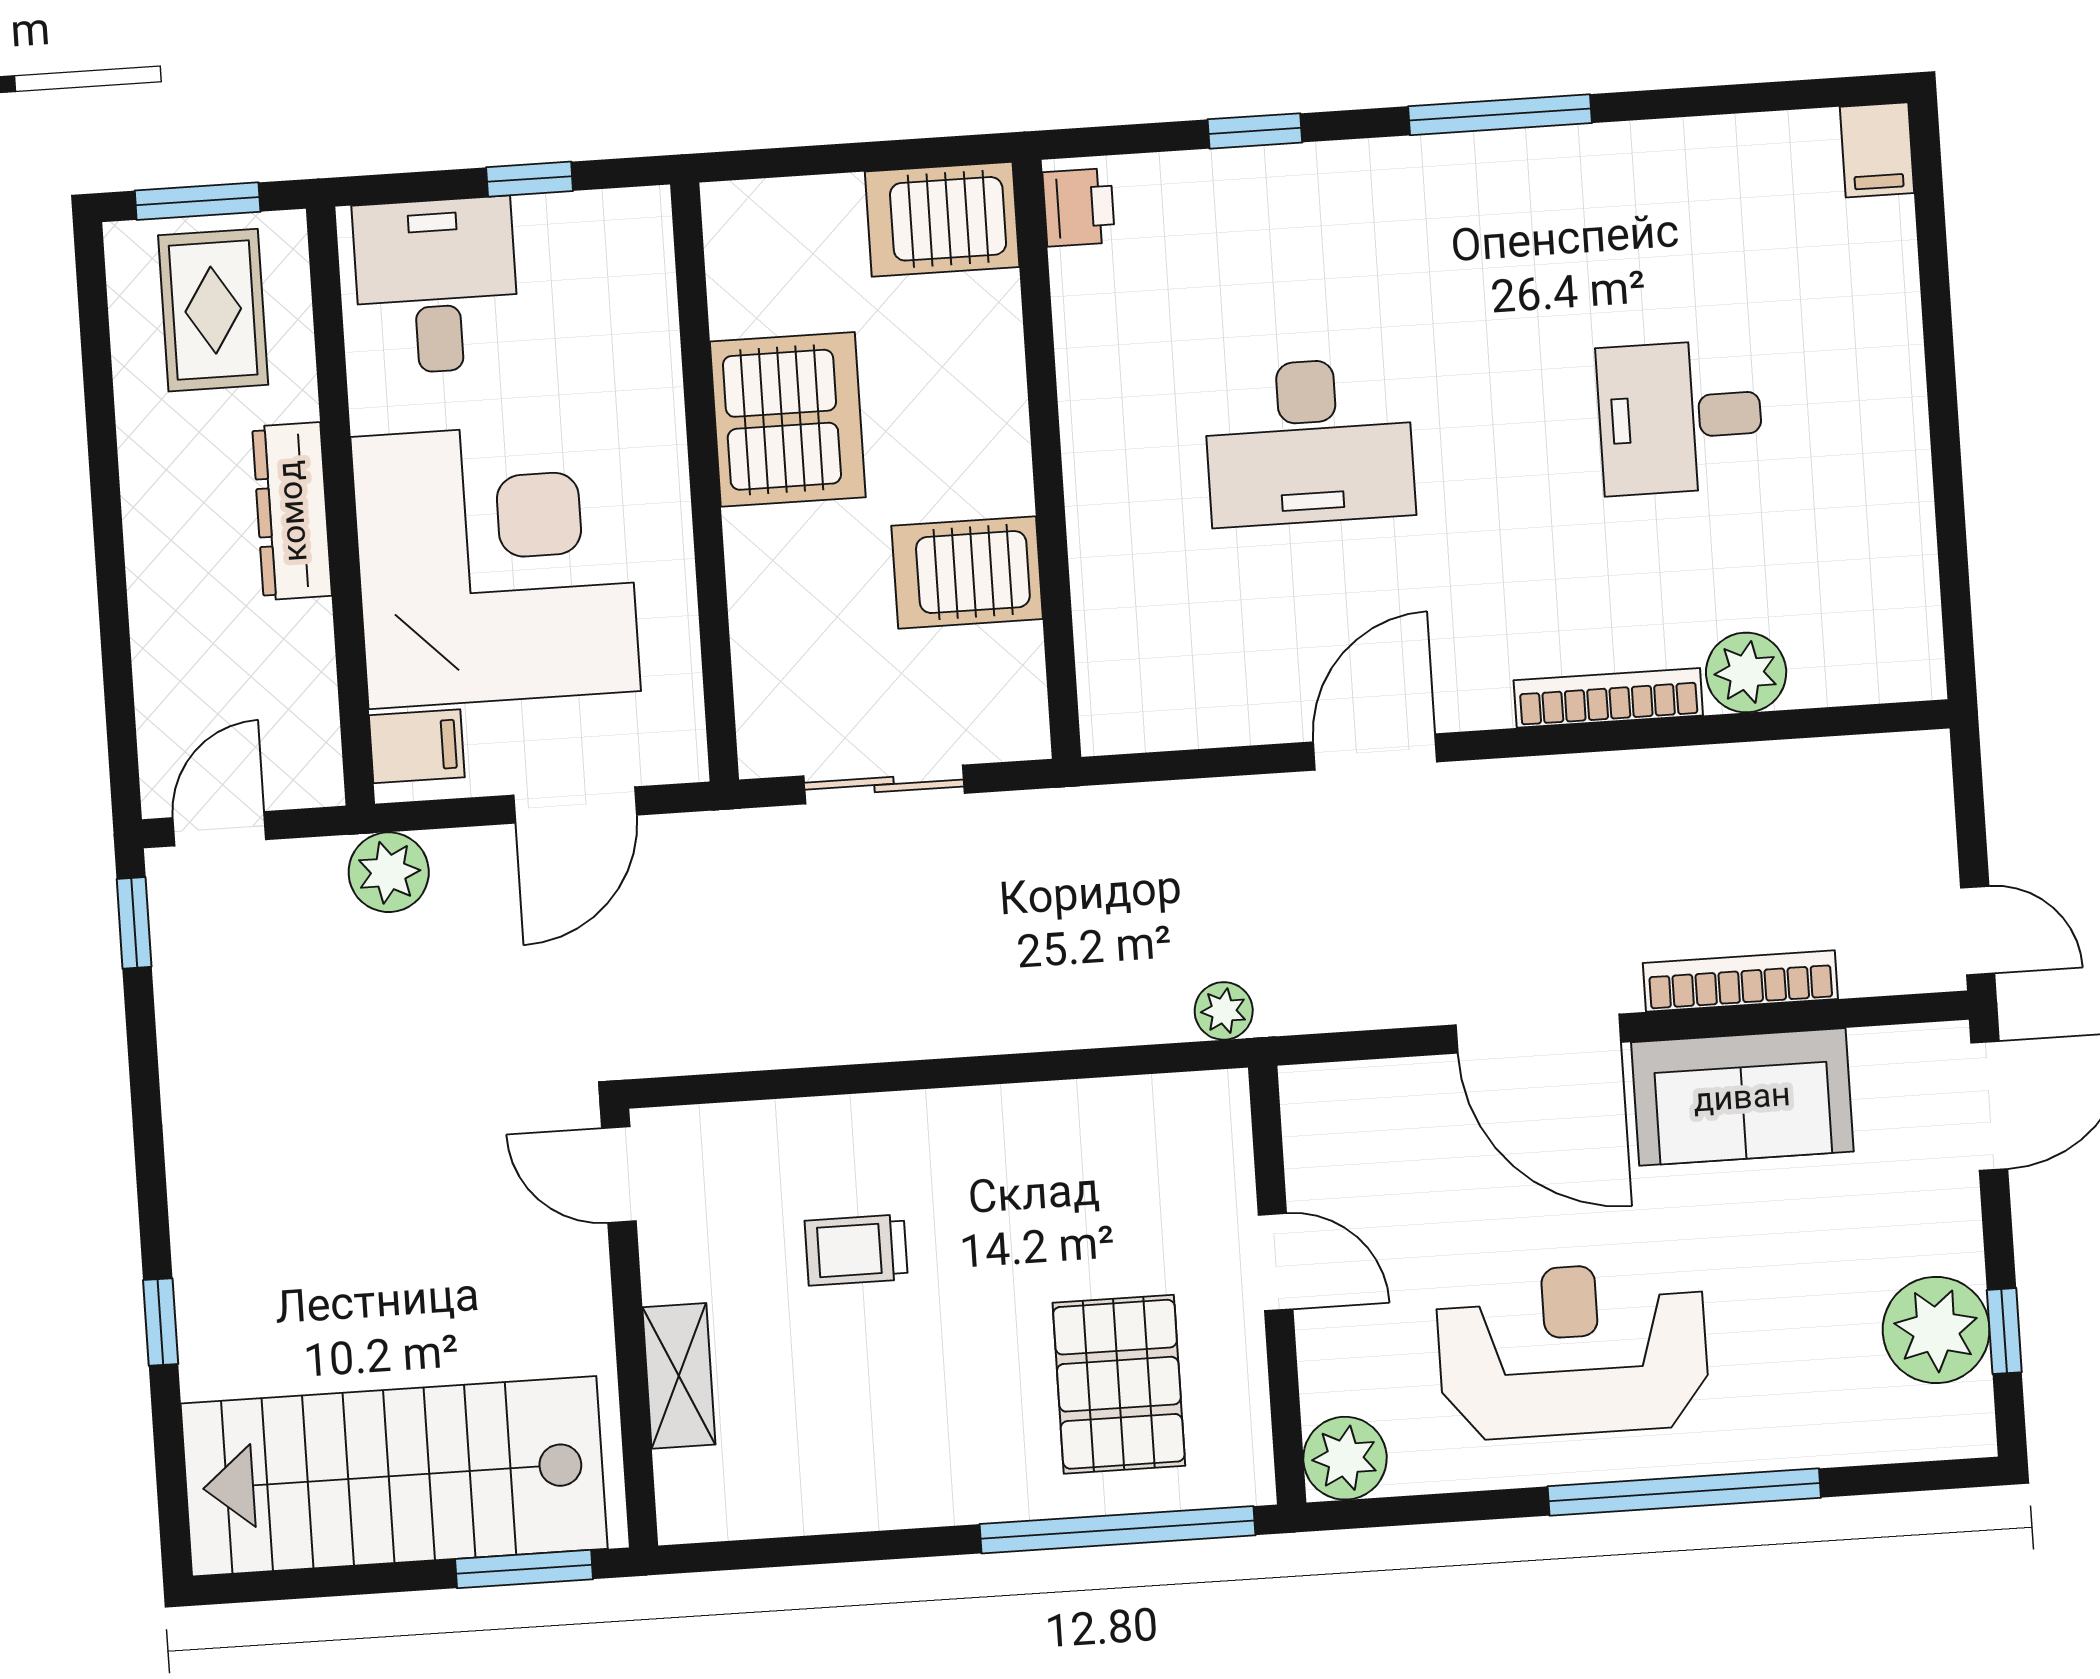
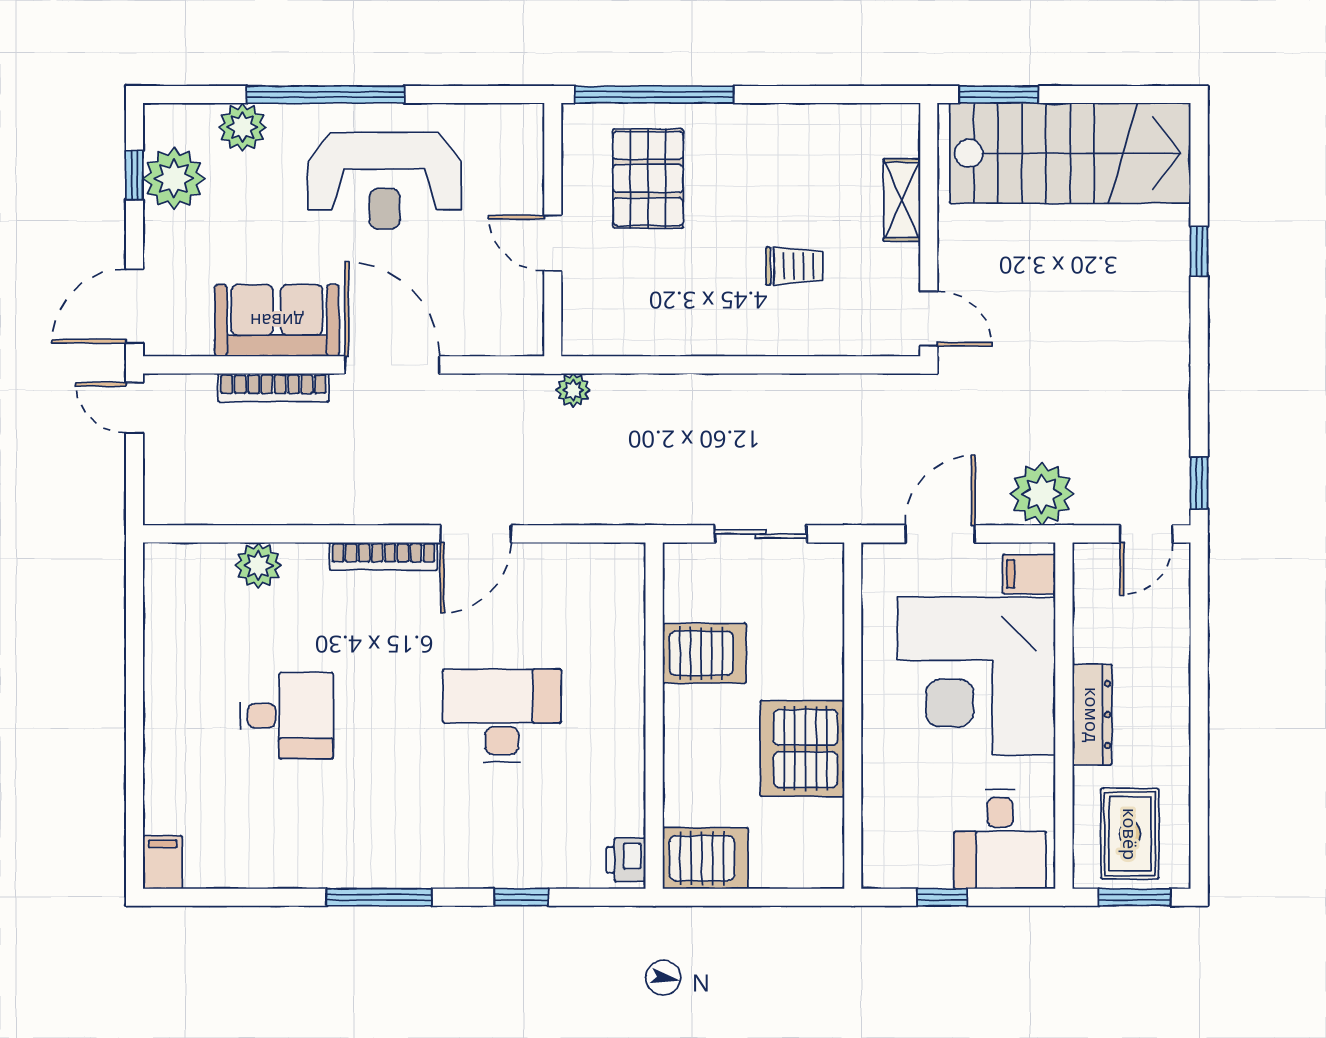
bookcase: (1608, 698) -> (384, 556), moved
plant: (389, 872) -> (1042, 494), width x1.36, depth x1.36
plant: (1345, 1458) -> (242, 127), moved

